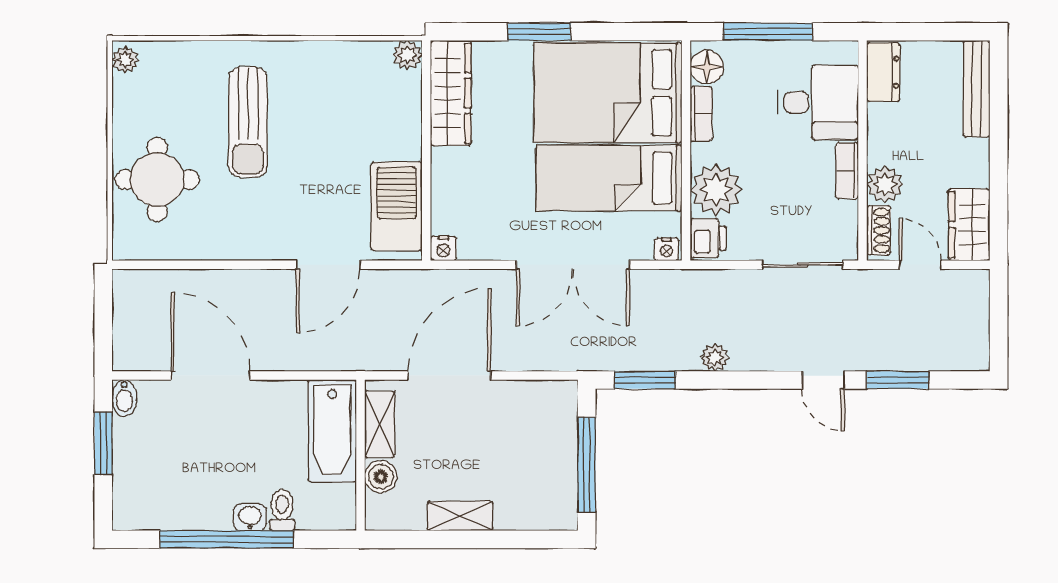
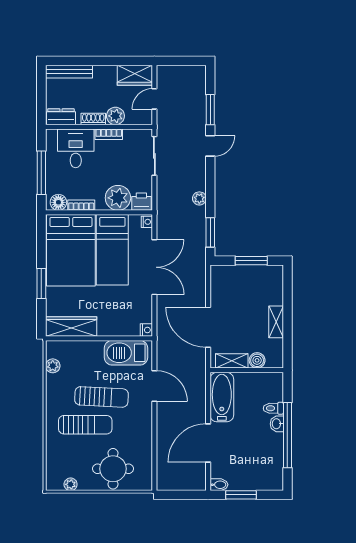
plant: (407, 55) -> (53, 366), moved
plant: (125, 60) -> (71, 484), moved
sun lounger: (305, 156) -> (102, 397), added
shoe rack: (879, 230) -> (93, 119), moved
bathtub: (332, 431) -> (222, 397), moved, turned -90
window: (587, 465) -> (251, 261), width x0.69

